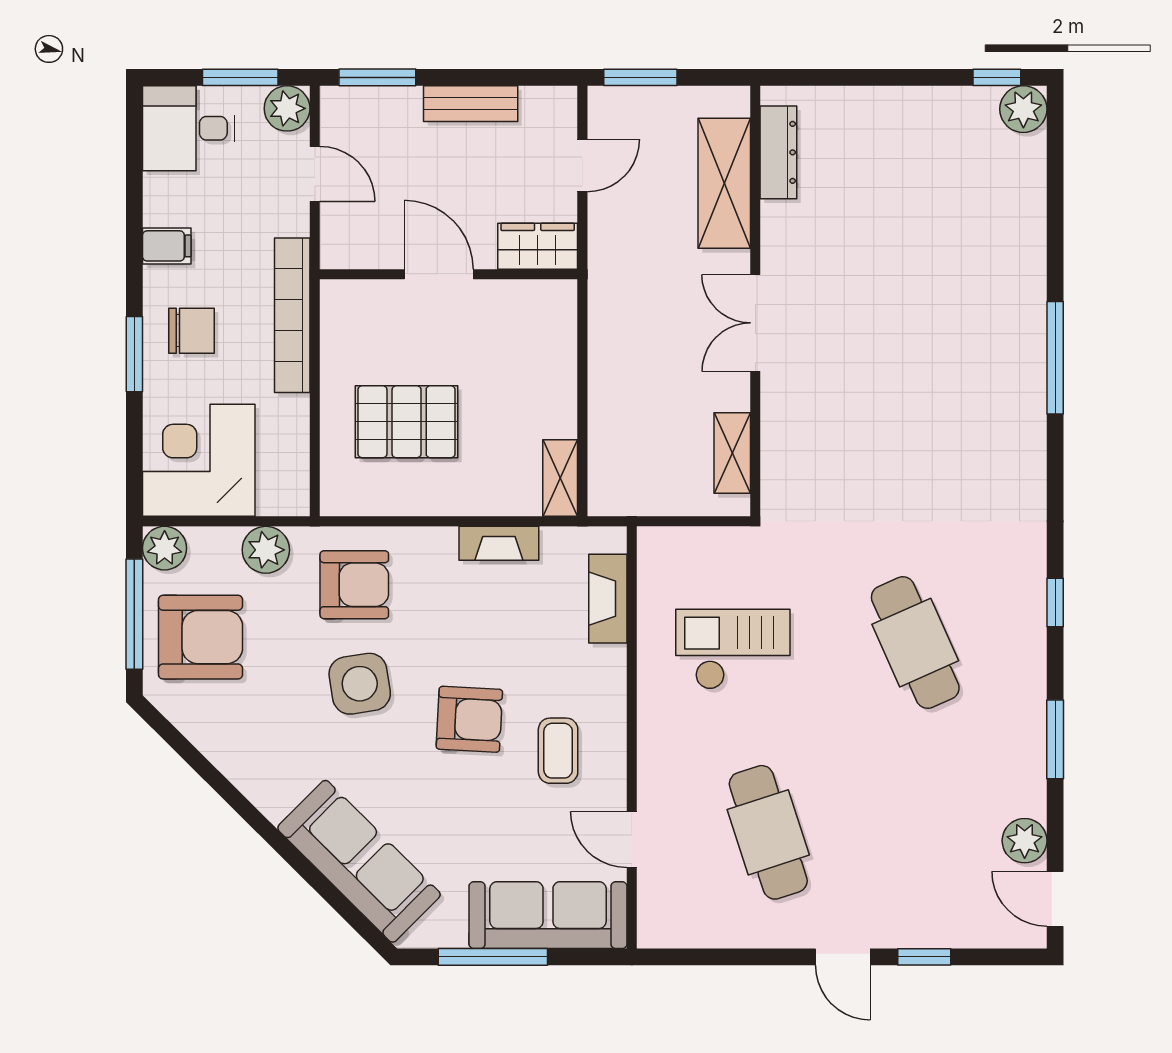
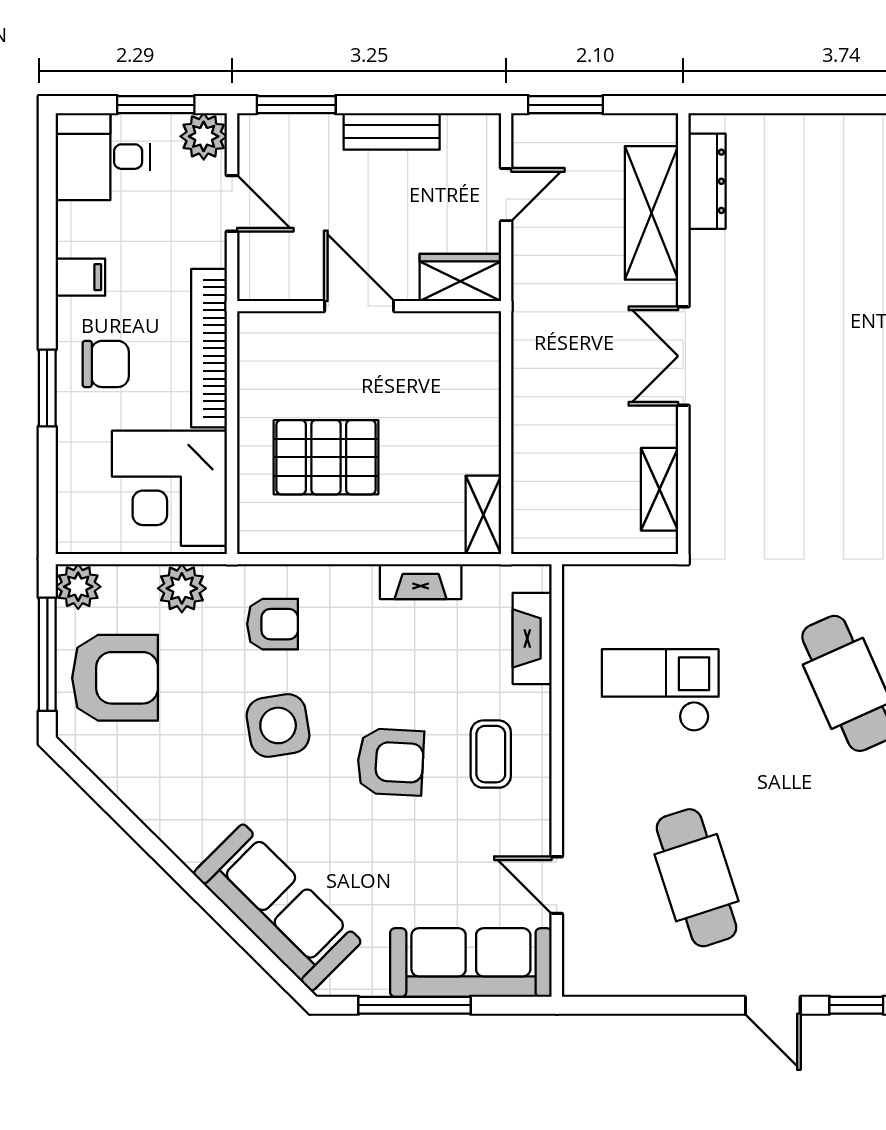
corner desk: (199, 460) -> (169, 488), moved, turned -90
armchair: (354, 585) -> (273, 624), width x0.72, depth x0.72
coffee table: (558, 751) -> (491, 754), moved

